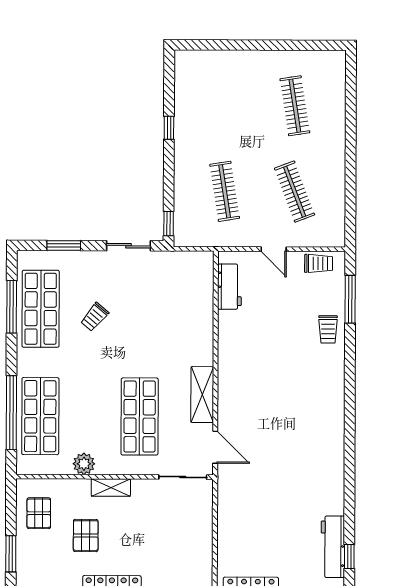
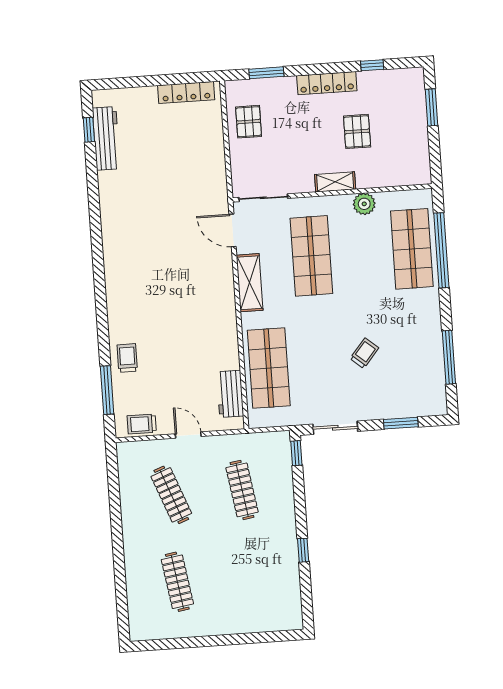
shop shelf: (41, 309) -> (269, 368), moved
pallet: (39, 513) -> (249, 122), moved

